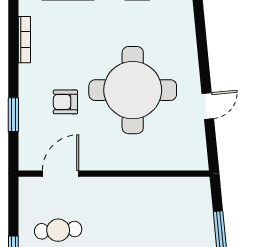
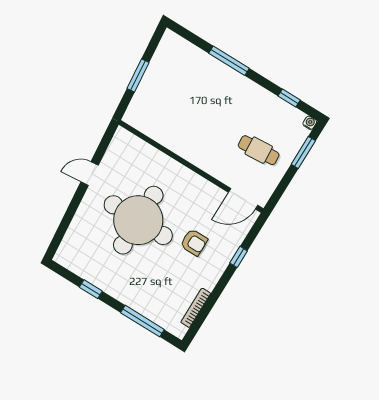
window: (13, 115) -> (239, 257), width x0.67
door: (61, 174) -> (243, 199), moved

